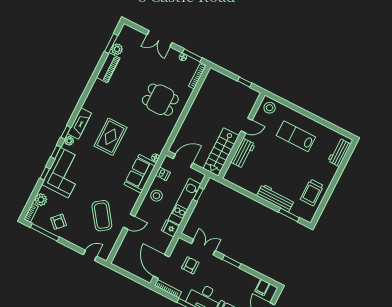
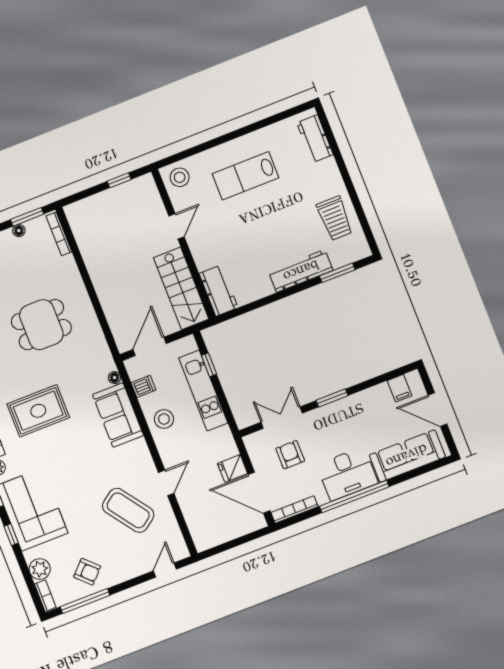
dining table: (160, 100) -> (41, 325), moved
rug: (111, 137) -> (38, 411), turned 90
workbench: (243, 153) -> (219, 291), moved
fridge: (170, 228) -> (233, 468), moved

